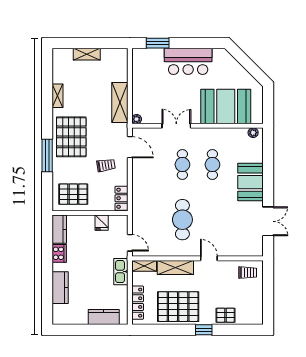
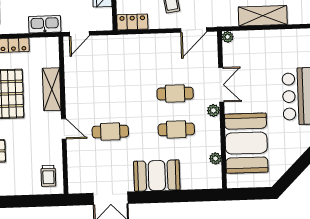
shelving: (120, 103) -> (263, 16), moved
plant: (198, 133) -> (213, 110), added
plant: (253, 133) -> (215, 158), moved
cafe table: (182, 220) -> (110, 132), moved, width x0.73, depth x0.74
door: (209, 258) -> (64, 129), hinge flipped
shelving: (144, 266) -> (52, 52), removed

